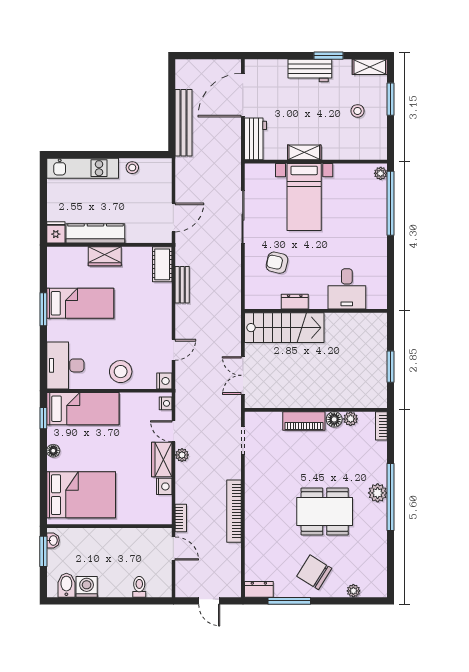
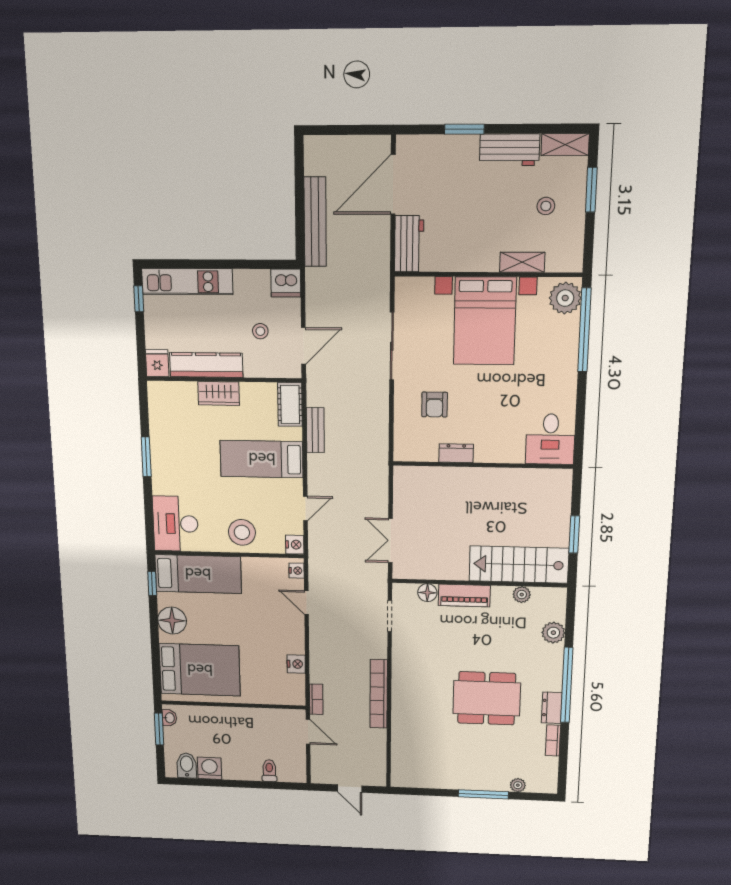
window: (328, 56) -> (464, 129), moved
workbench: (310, 70) -> (510, 150), moved
shelving: (304, 152) -> (522, 262), moved
stool: (132, 168) -> (260, 331), moved
dishwasher: (160, 169) -> (286, 283), added
plant: (381, 173) -> (565, 298), width x1.87, depth x1.87
window: (43, 182) -> (139, 299), added
bed with nightstands: (304, 197) -> (485, 321), width x1.36
armchair: (277, 263) -> (435, 405), turned -103
desk: (347, 289) -> (550, 439), moved
bed: (80, 303) -> (262, 459), moved, turned 180
stairs: (284, 328) -> (519, 565), moved, turned 180
floor lamp: (334, 419) -> (427, 593), moved
bookcase: (381, 426) -> (553, 740), moved
floor lamp: (53, 451) -> (172, 621), width x1.89, depth x1.89
plant: (182, 455) -> (317, 630), removed
wardrobe: (162, 459) -> (293, 634), removed
plant: (378, 493) -> (553, 633), moved
chair: (314, 572) -> (472, 764), removed
dresser: (259, 589) -> (552, 708), moved, turned -90
window: (289, 601) -> (483, 794), moved

